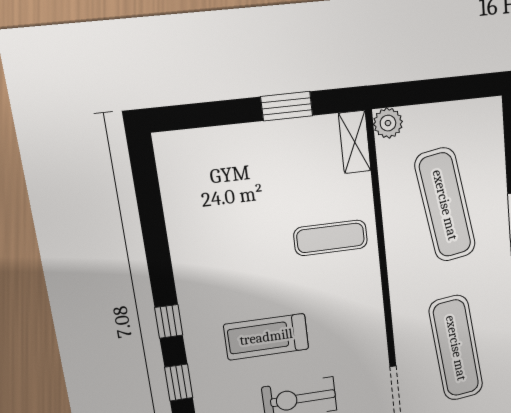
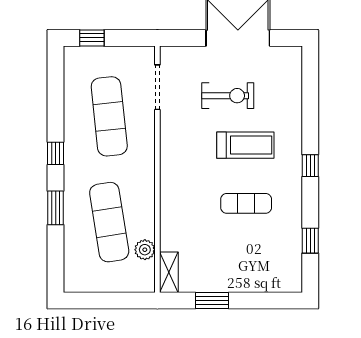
plant: (388, 123) -> (145, 250), moved
exercise mat: (331, 238) -> (246, 203), moved
window: (179, 383) -> (310, 241), moved

